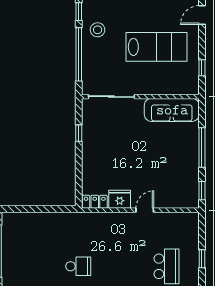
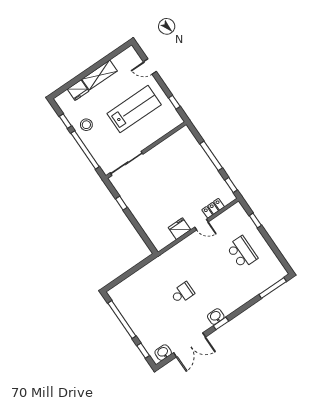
door: (202, 15) -> (150, 67), hinge flipped
sofa: (172, 110) -> (173, 144), removed
locker: (95, 202) -> (213, 208), moved
door: (145, 210) -> (201, 225), swing flipped
window: (202, 259) -> (255, 221), moved

